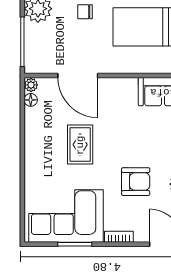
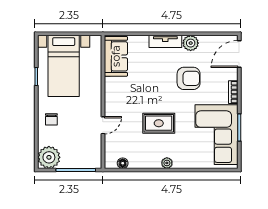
door: (78, 76) -> (103, 125), width x0.53
plant: (31, 85) -> (167, 163), moved
armchair: (136, 182) -> (189, 78), turned 90

